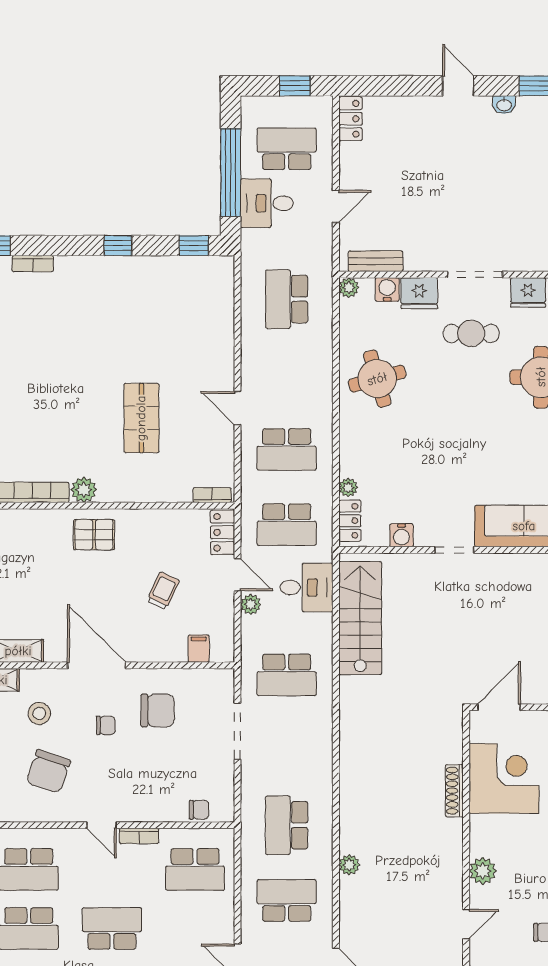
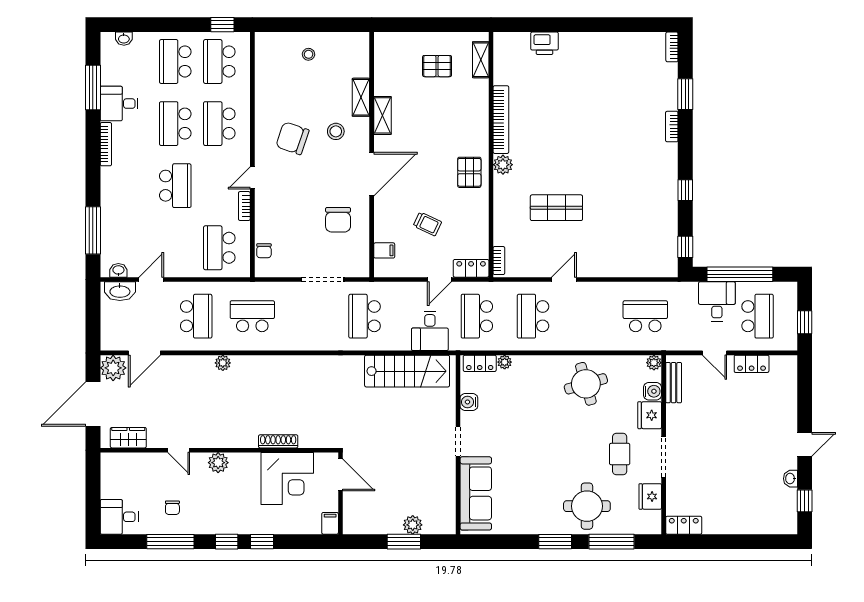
locker: (350, 119) -> (752, 364), moved
plant: (251, 604) -> (417, 289), removed
chair: (106, 725) -> (327, 181), removed

